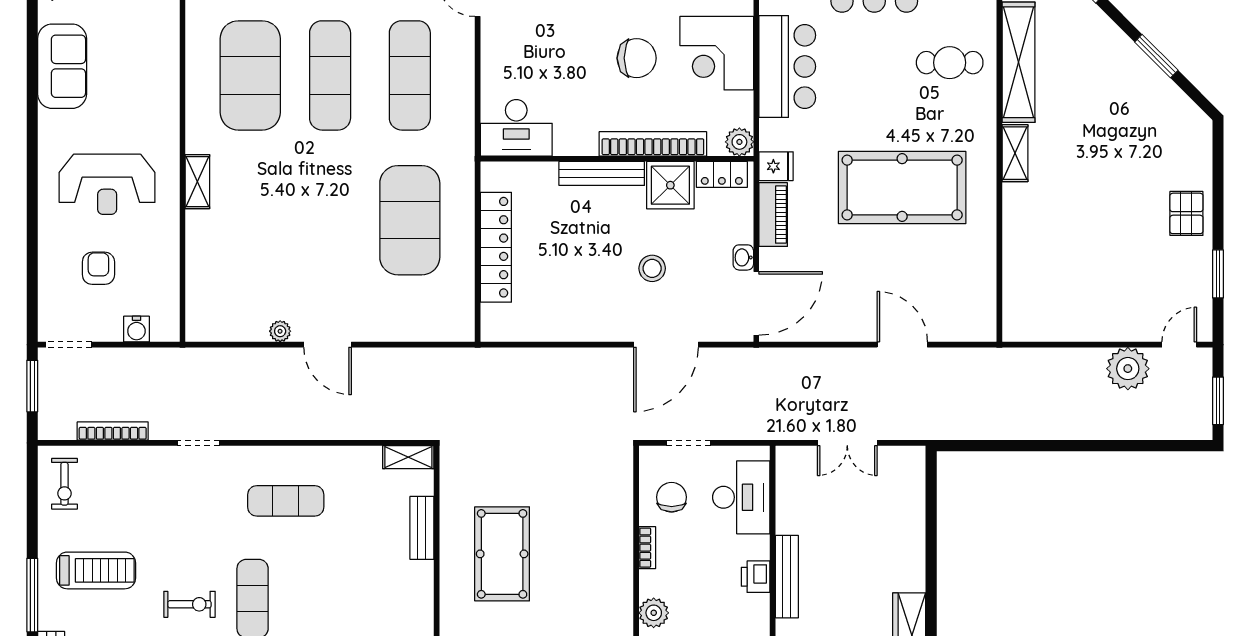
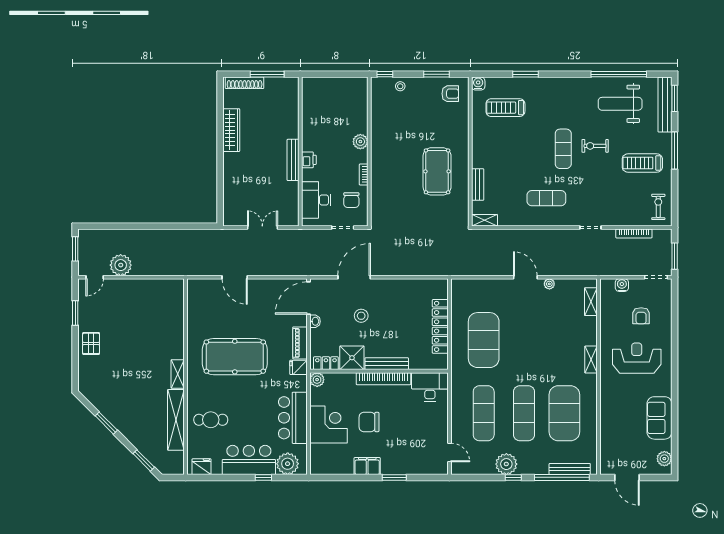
bookcase: (653, 144) -> (383, 379), moved
shelving: (198, 296) -> (591, 302), added

